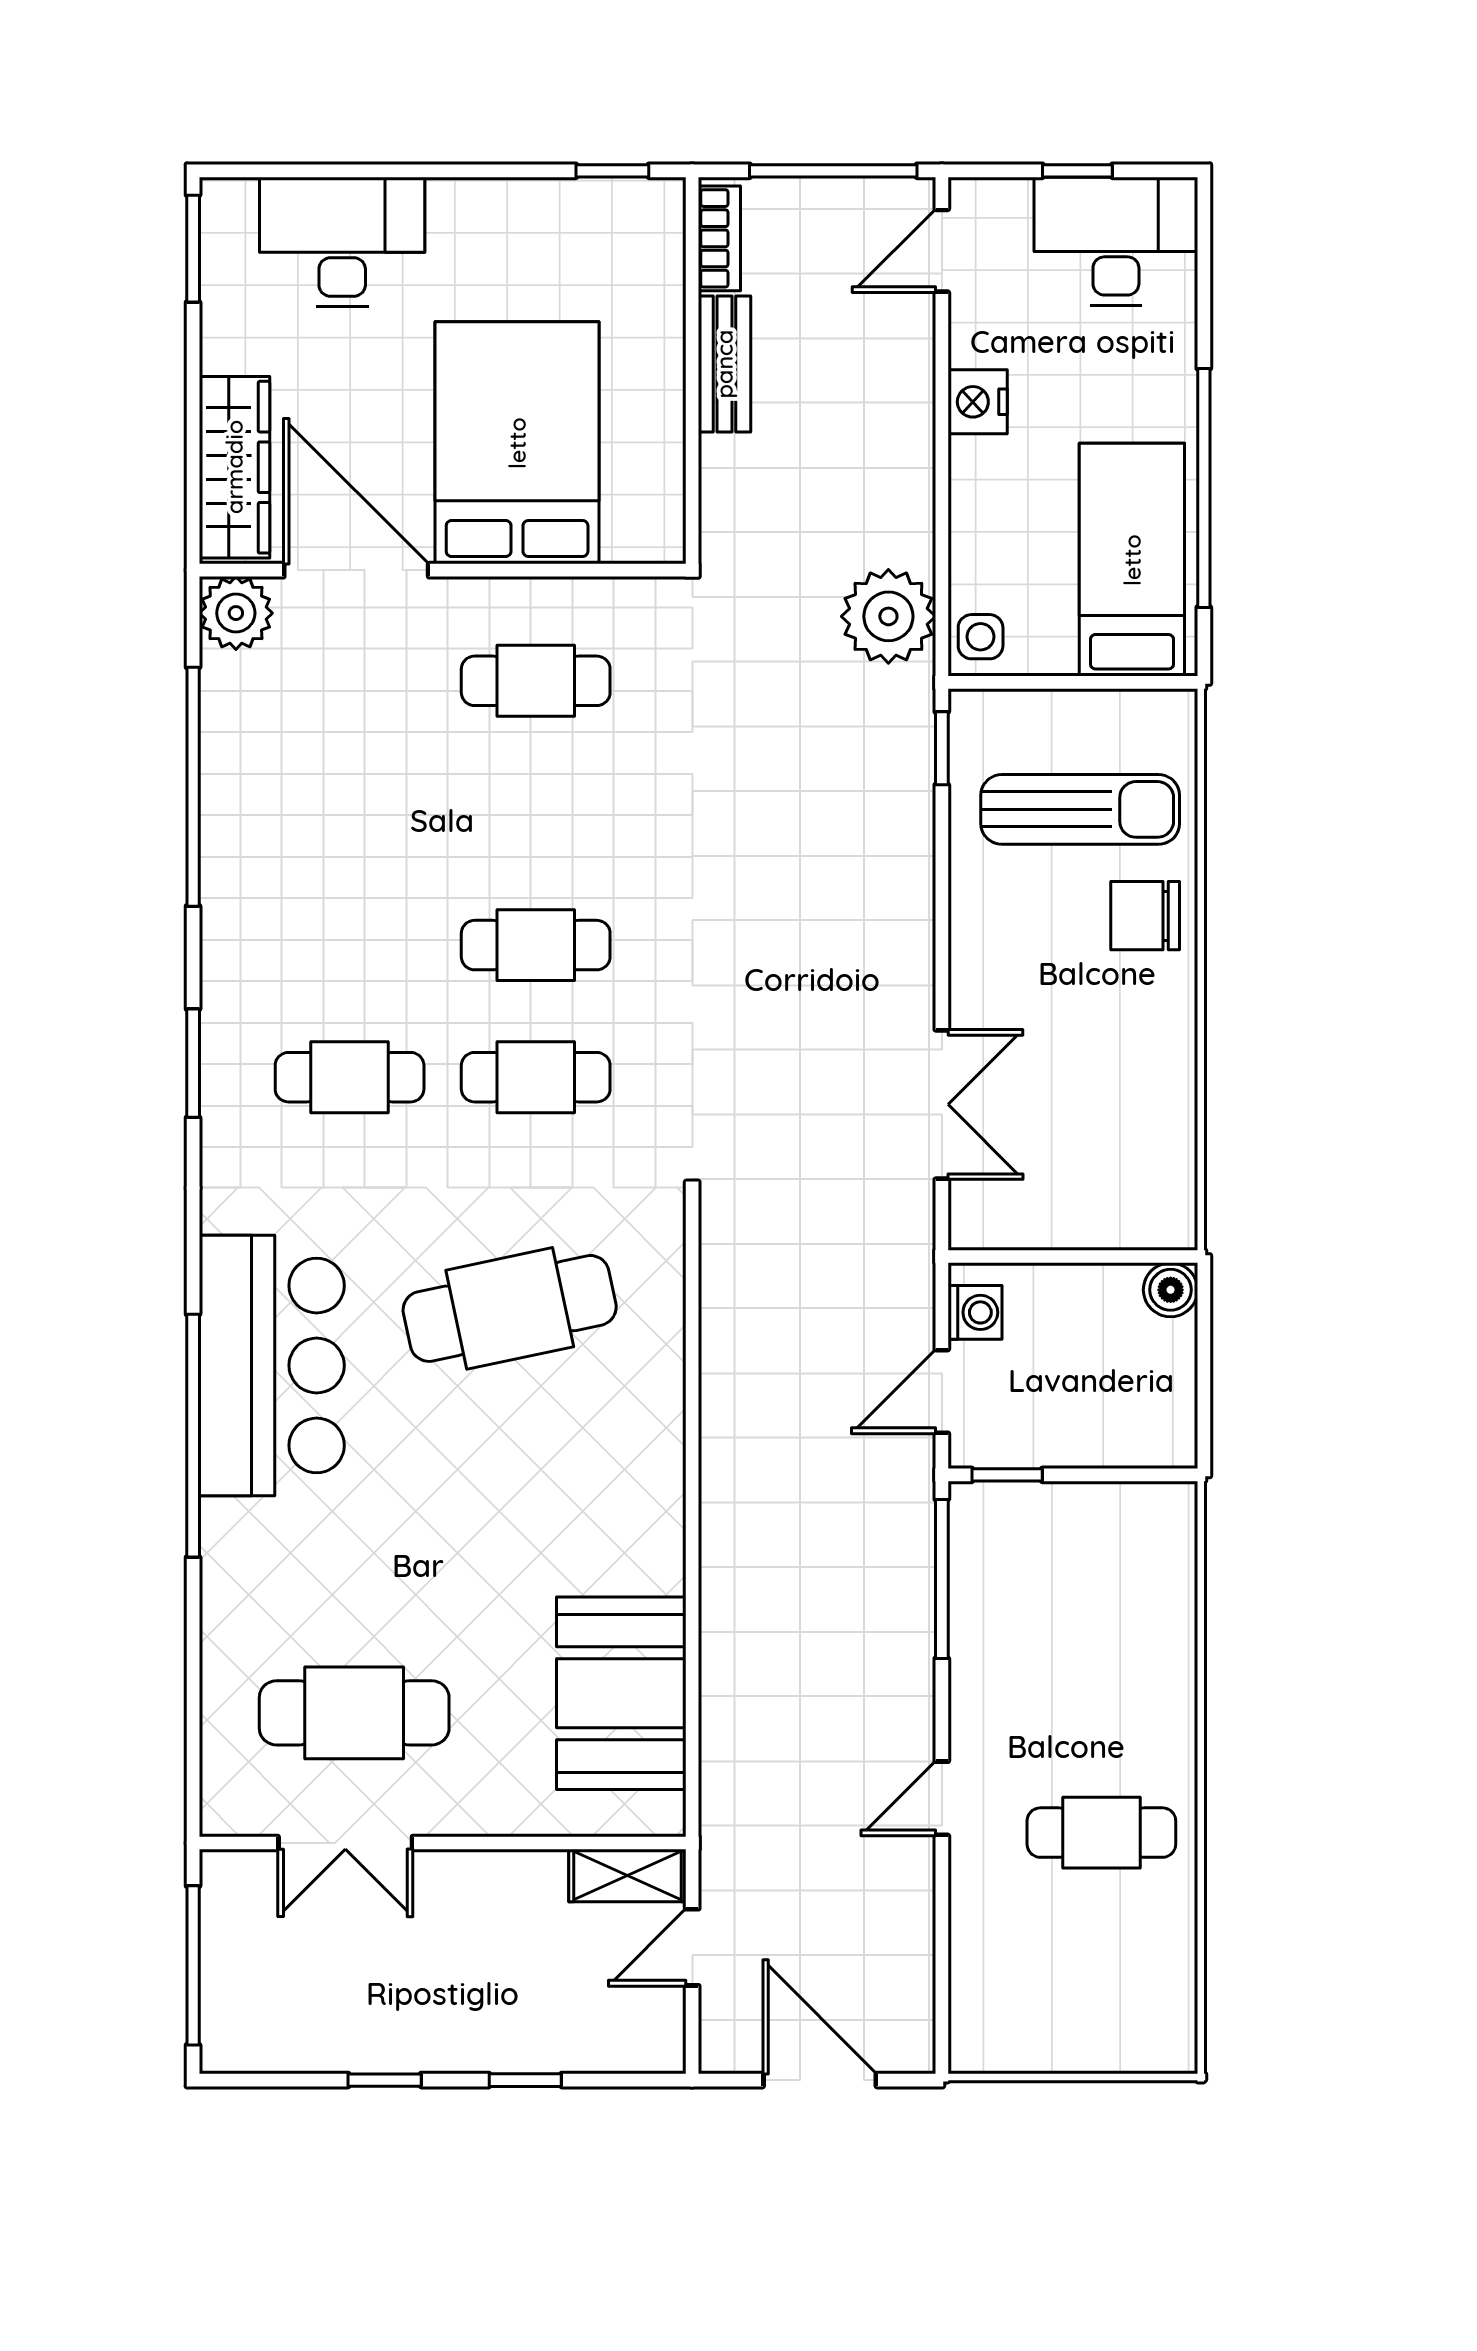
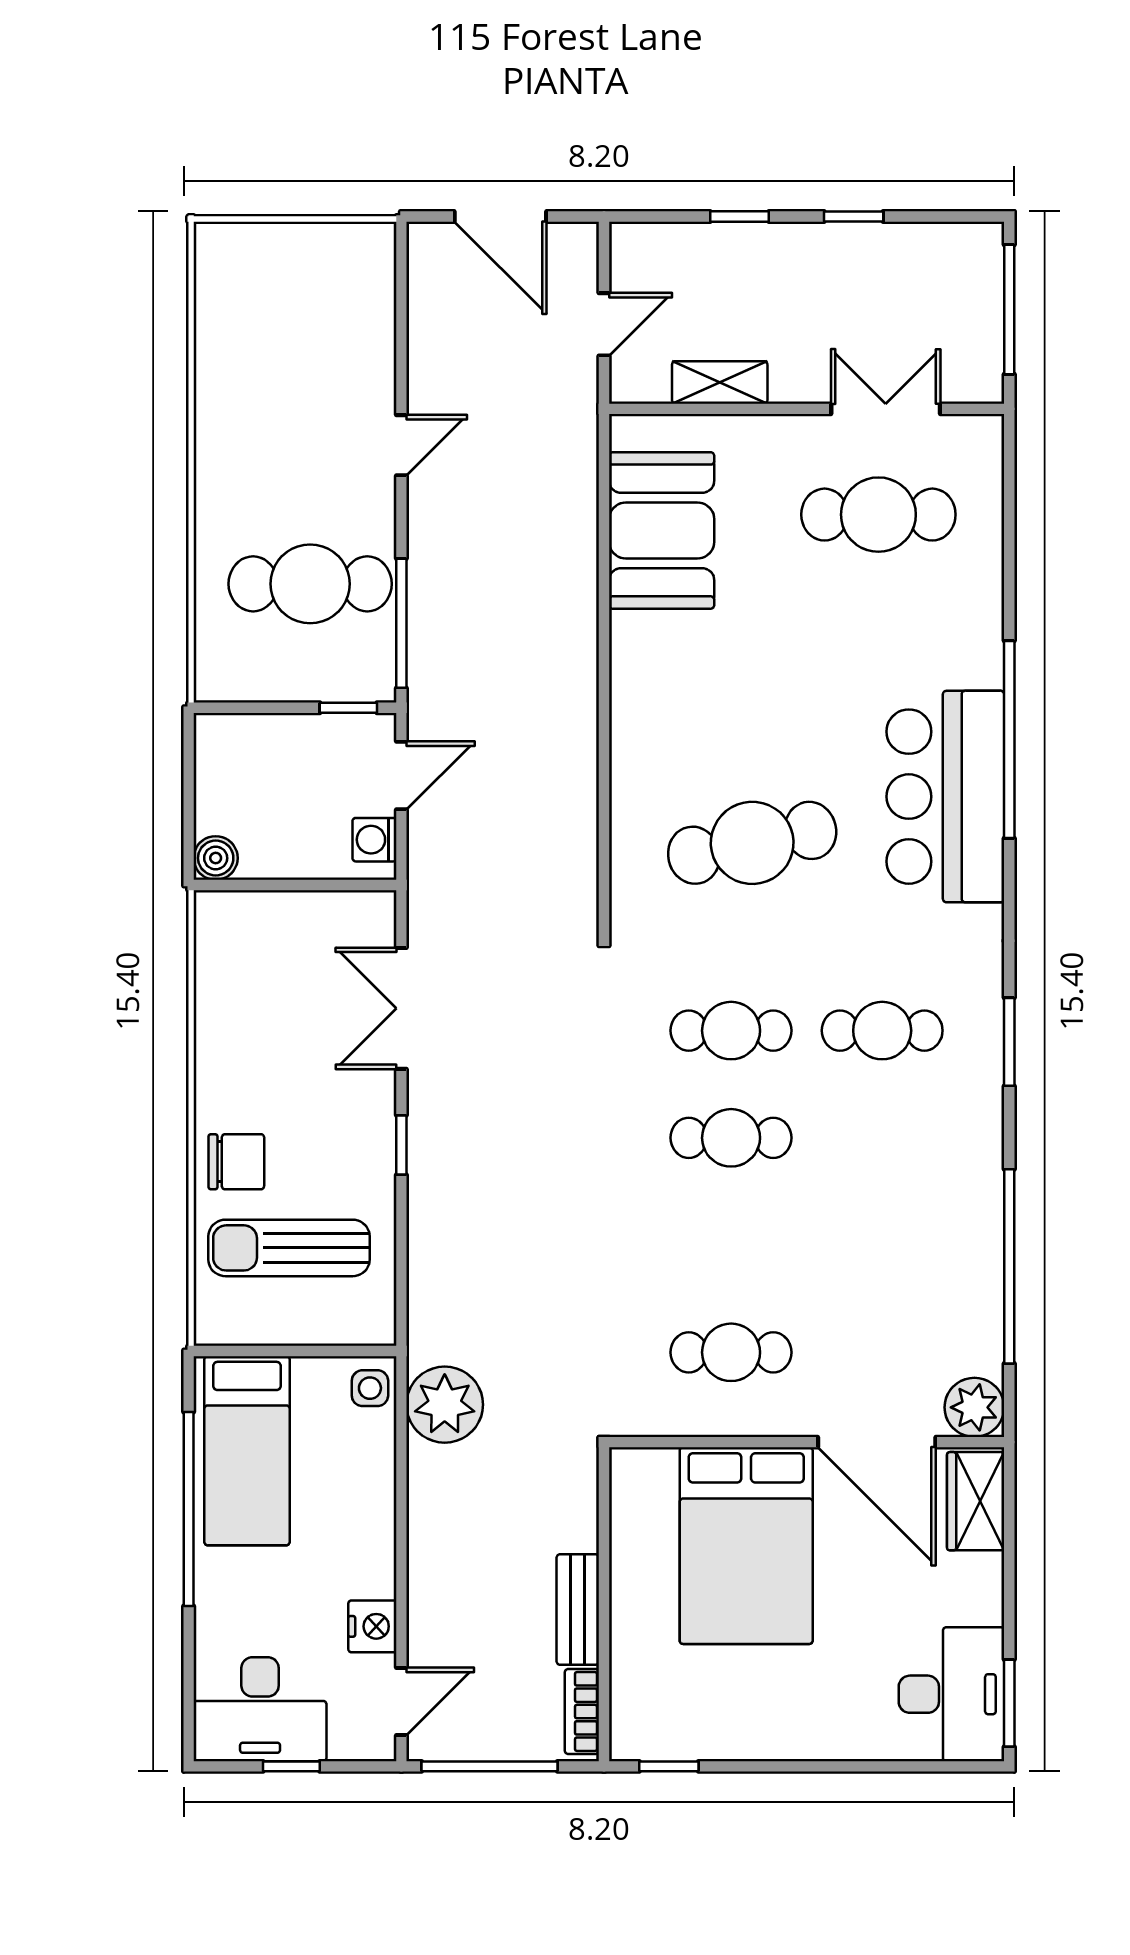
desk: (342, 242) -> (951, 1694), moved, turned -90
nightstand: (978, 402) -> (372, 1626), moved
wardrobe: (234, 467) -> (976, 1501), width x0.67
window: (942, 748) -> (401, 1145), moved
cafe table: (1101, 1833) -> (310, 584), moved, width x1.37, depth x1.35
shelving: (627, 1876) -> (720, 382), moved

